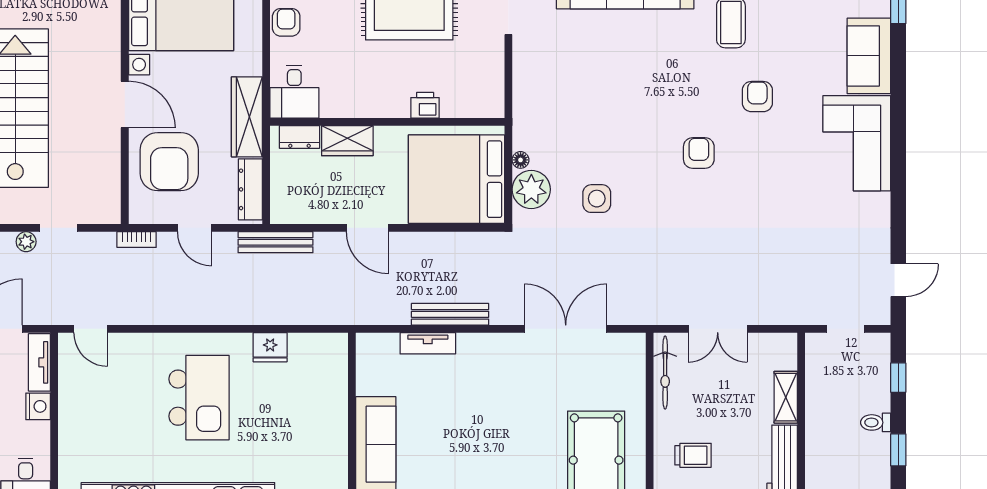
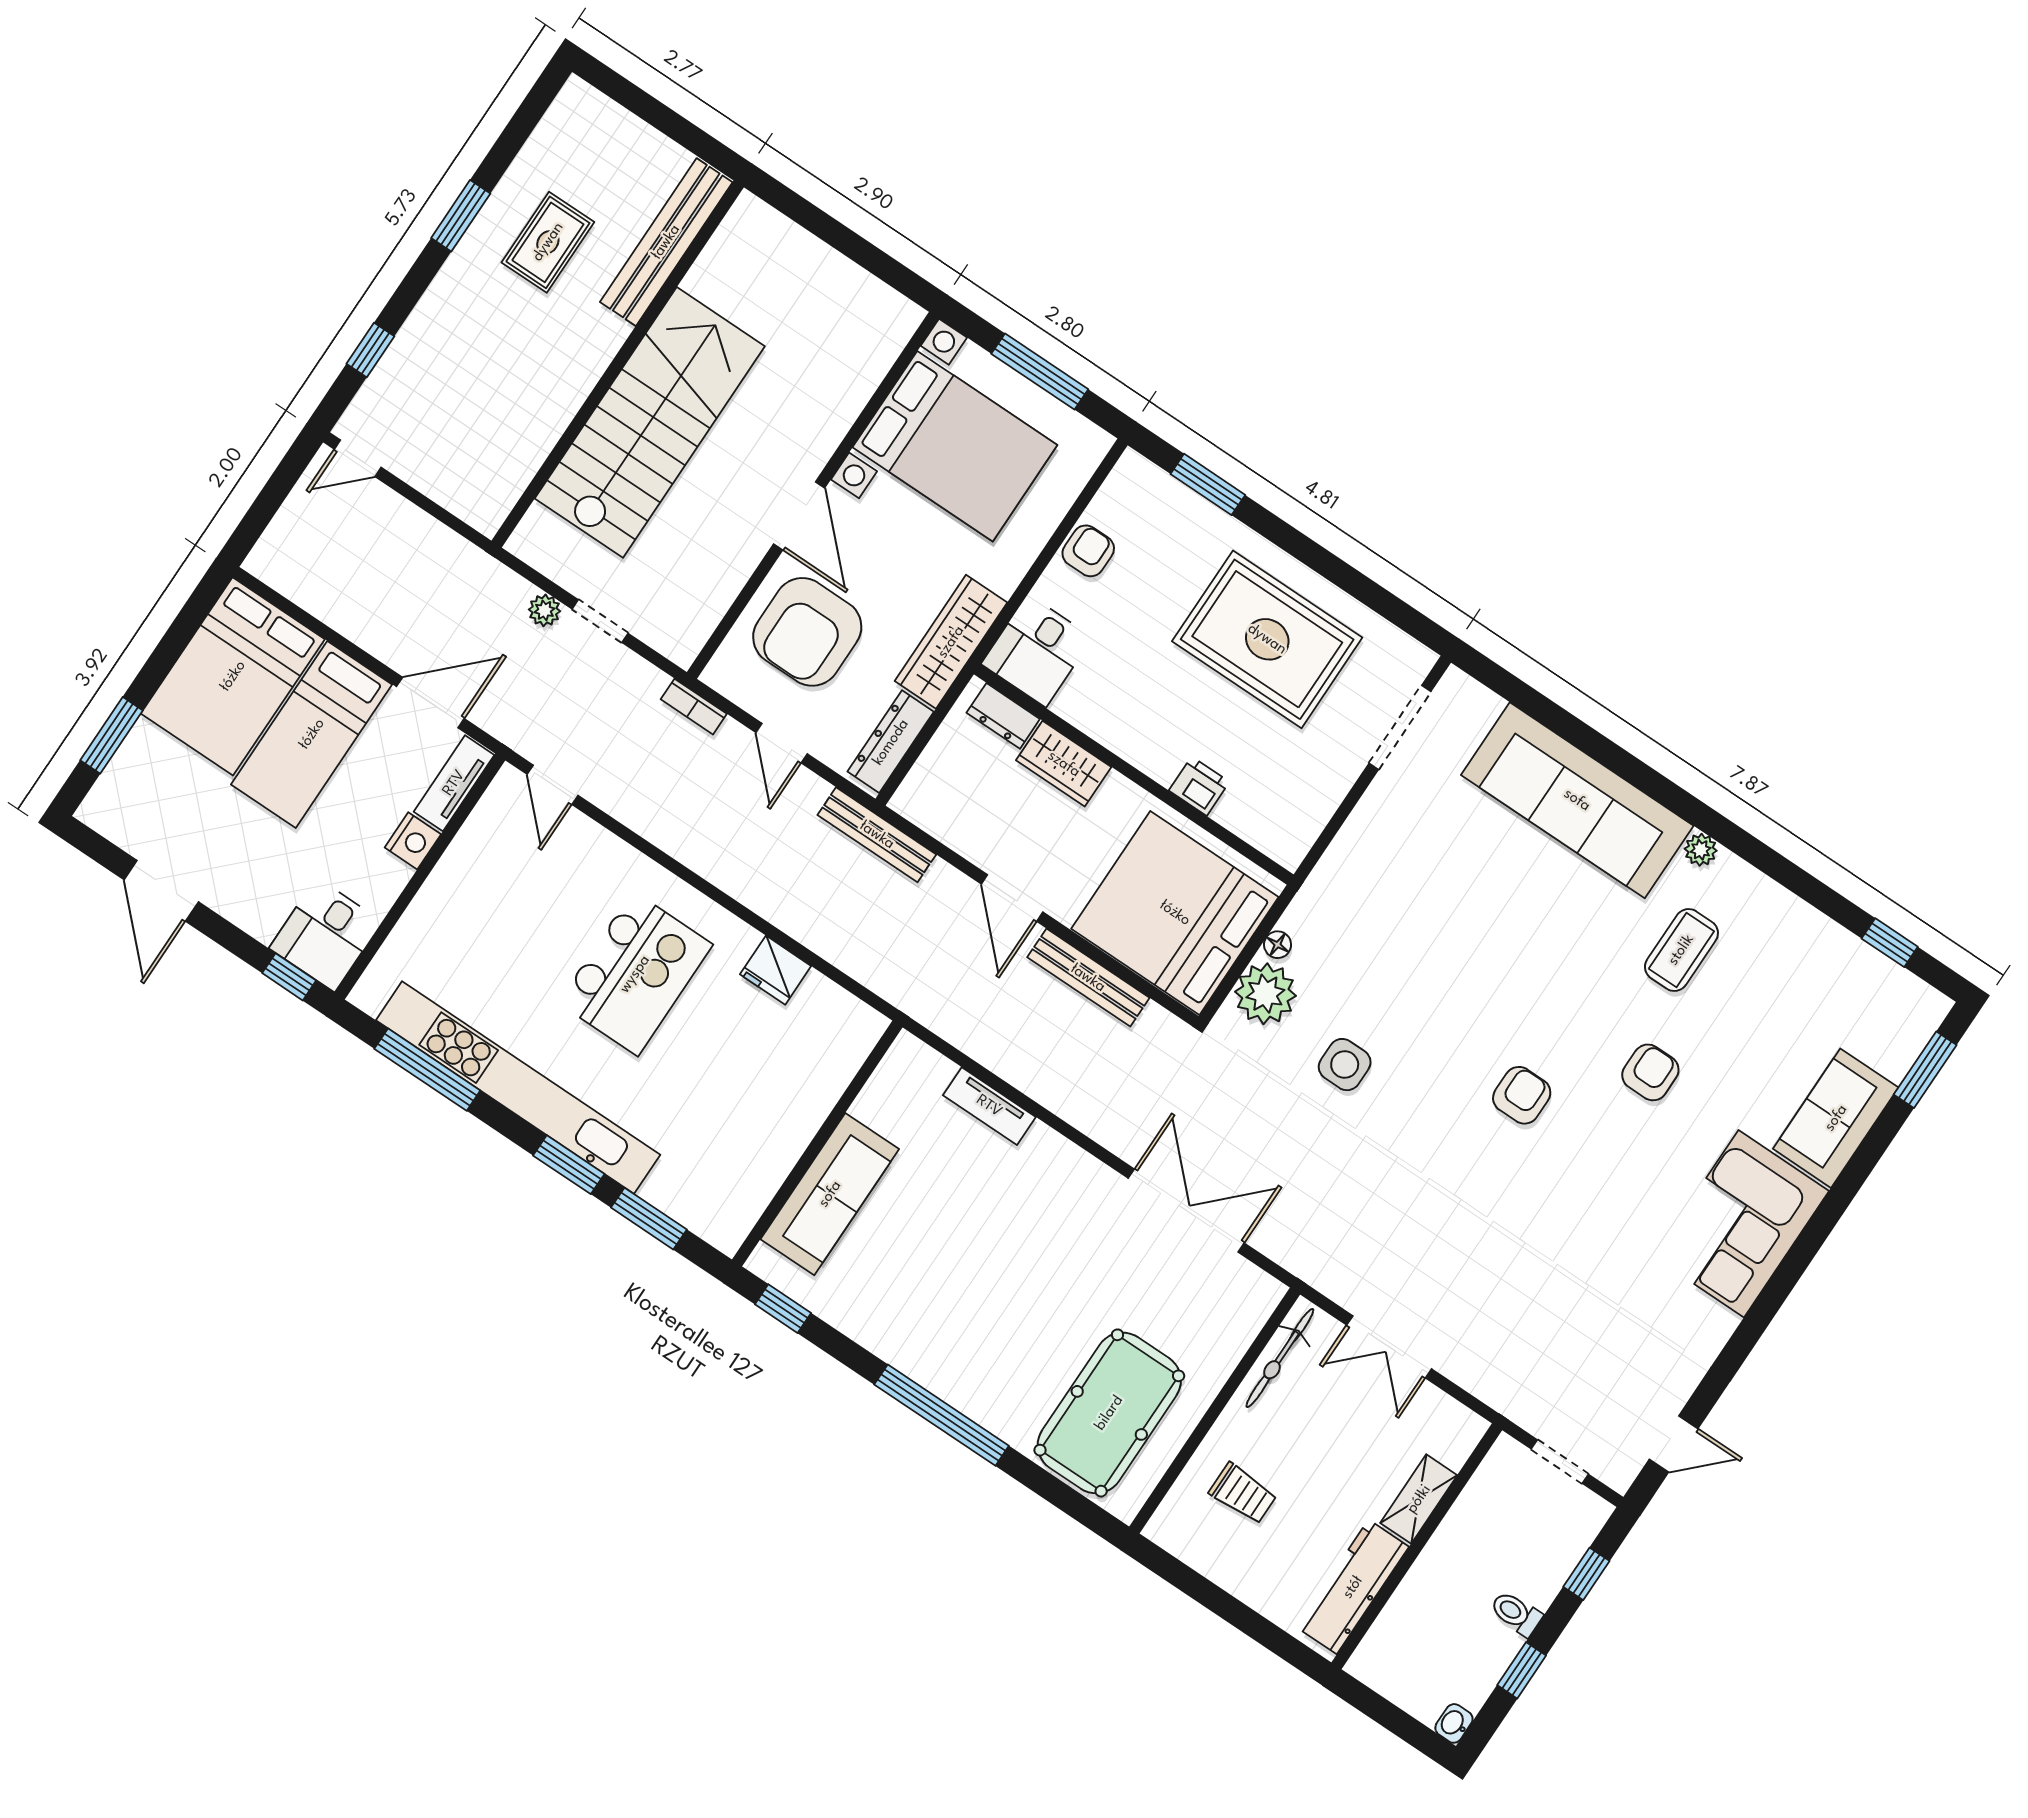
bench: (450, 314) -> (1088, 978), moved

